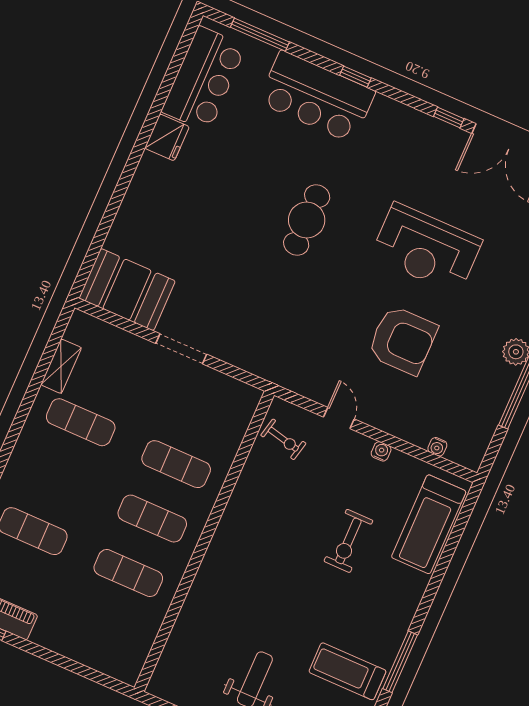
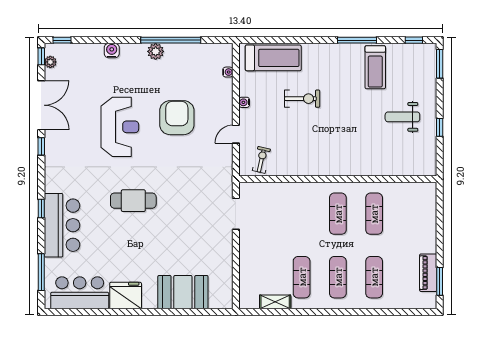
fridge: (167, 137) -> (126, 295), width x1.36, depth x1.34
booth: (127, 290) -> (183, 292), moved, turned 90
doorway: (181, 349) -> (236, 214), moved
exercise mat: (176, 464) -> (338, 277), moved

